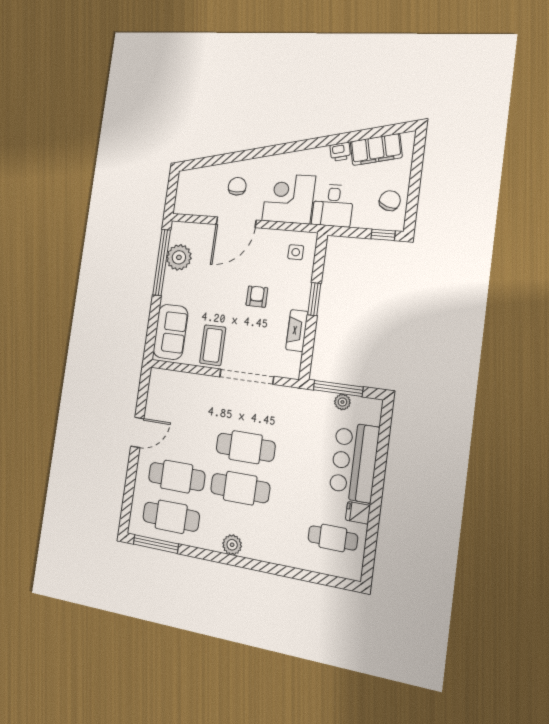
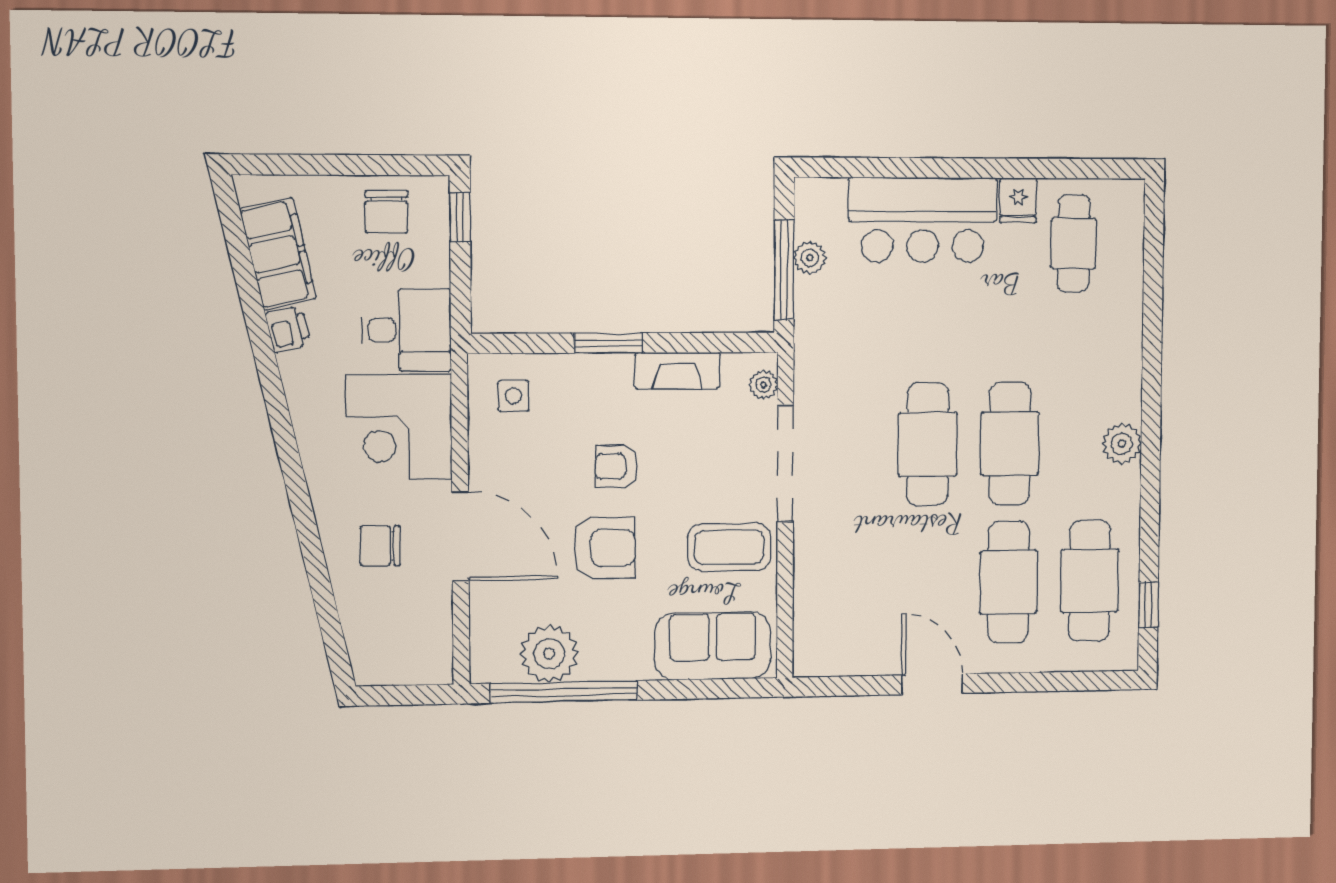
chair: (390, 201) -> (387, 212), turned -109
armchair: (221, 287) -> (604, 548), added
plant: (285, 371) -> (764, 385), added
window: (156, 544) -> (1148, 605), width x0.46

